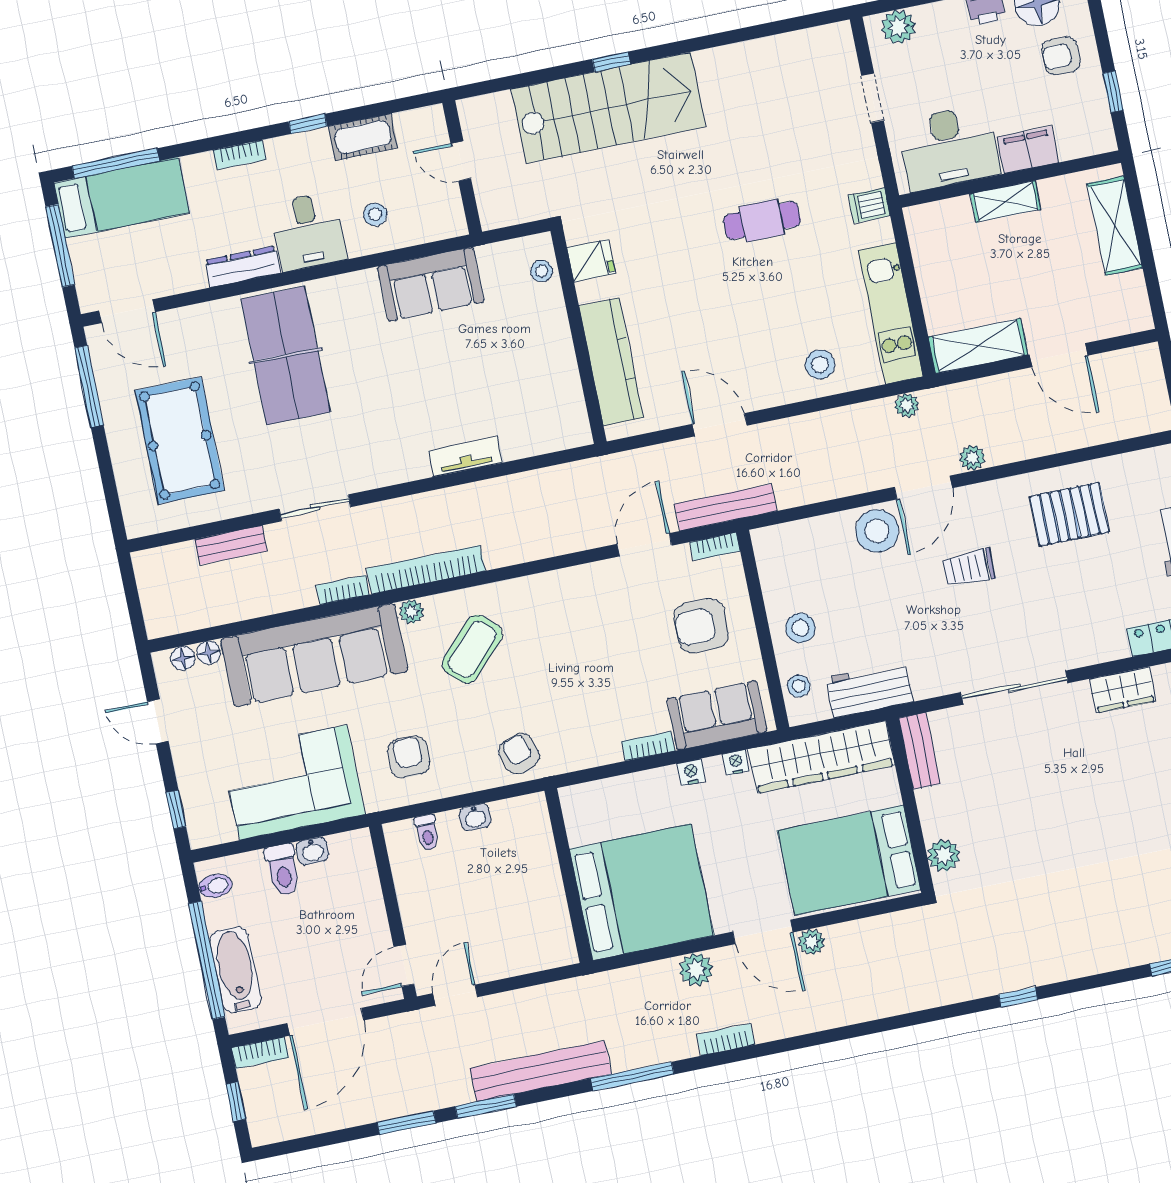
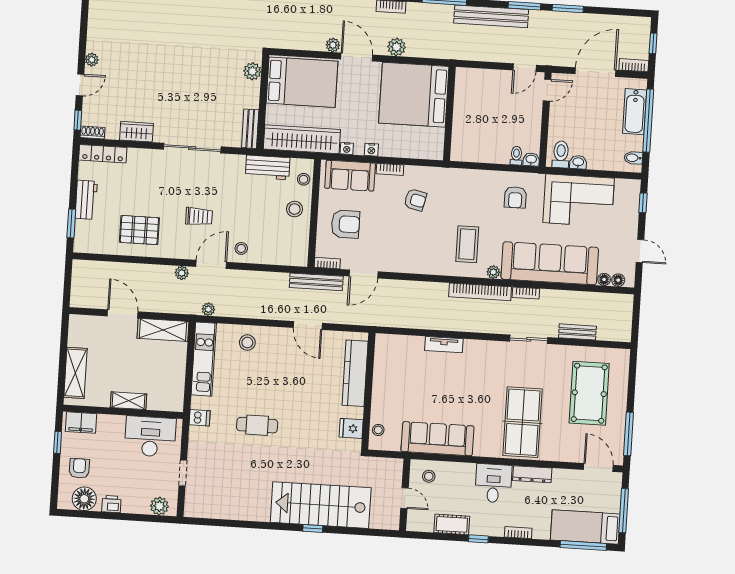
armchair: (1061, 56) -> (79, 468), turned -90
filing cabinet: (1028, 150) -> (81, 423), moved
stool: (375, 214) -> (429, 476), moved
sofa: (431, 284) -> (437, 439), width x1.36
stool: (877, 531) -> (241, 248), width x0.53, depth x0.53
coffee table: (472, 649) -> (467, 244), turned -44
armchair: (519, 753) -> (415, 200), moved, turned -58
washbasin: (475, 817) -> (531, 159), moved
toilet: (283, 870) -> (561, 154), moved

